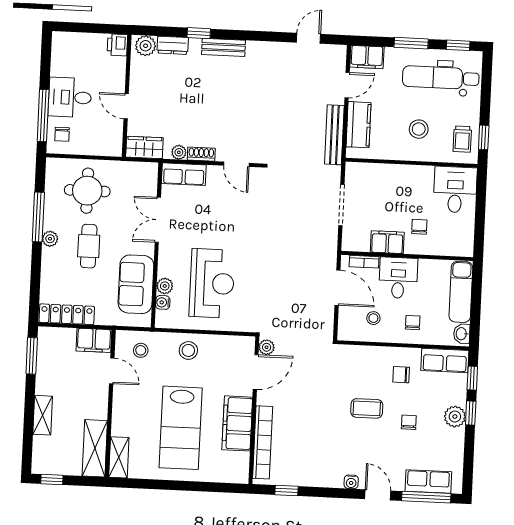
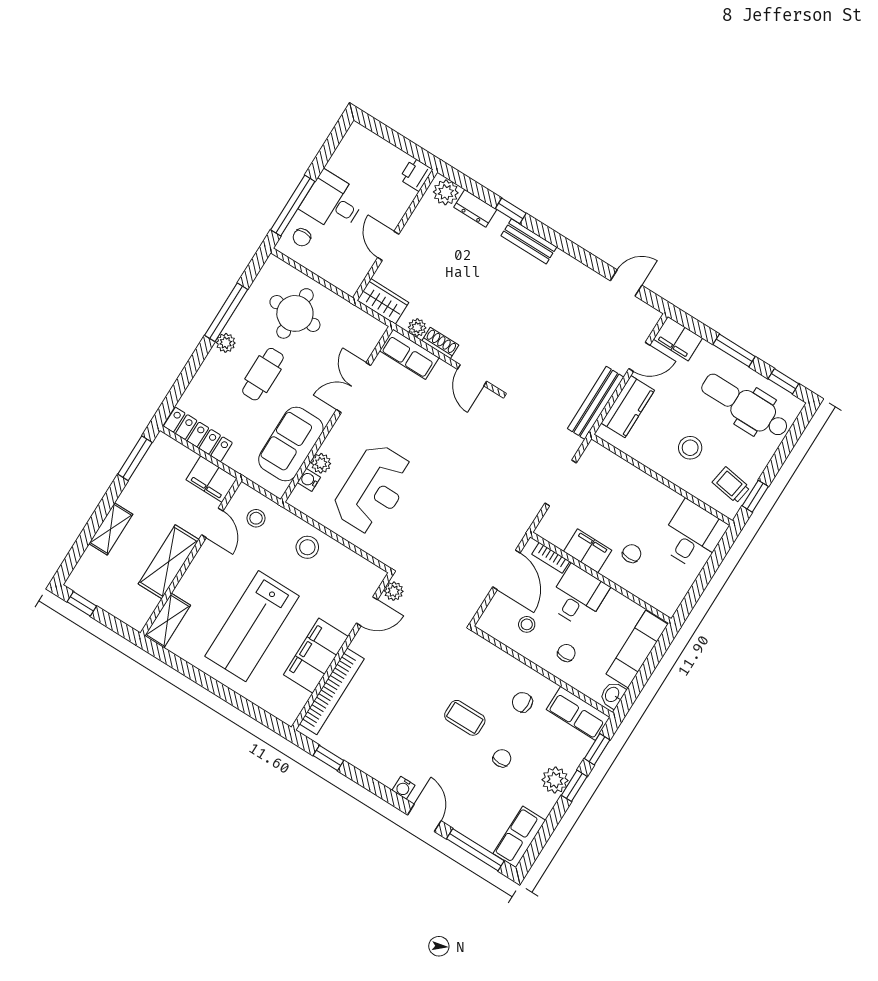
trolley: (462, 139) -> (731, 485), turned 99
door: (256, 372) -> (367, 611), width x0.73
shelving: (95, 448) -> (169, 562), moved
row of seats: (428, 481) -> (519, 837), moved, turned -90

